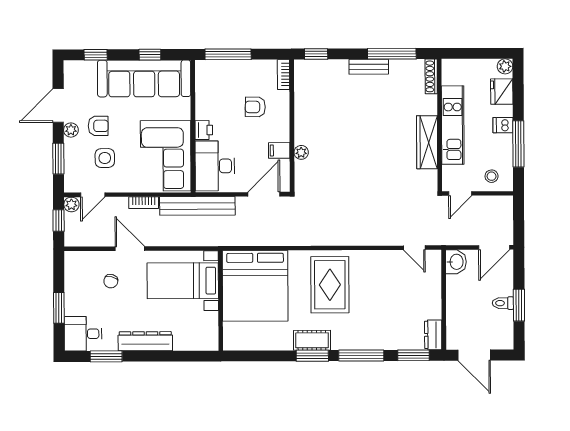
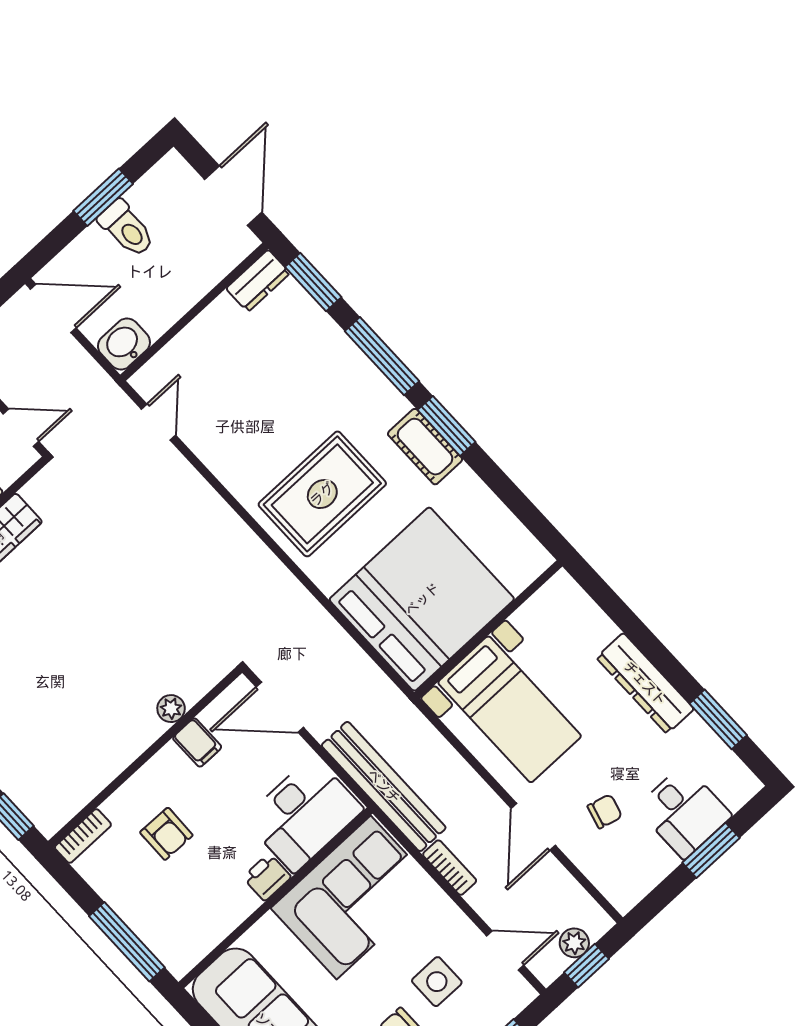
plant: (71, 205) -> (574, 943), moved
toilet: (503, 303) -> (127, 229), width x1.37, depth x1.39
desk: (83, 334) -> (684, 812), moved

